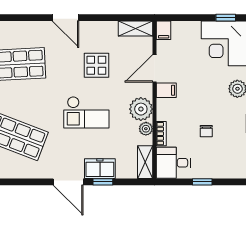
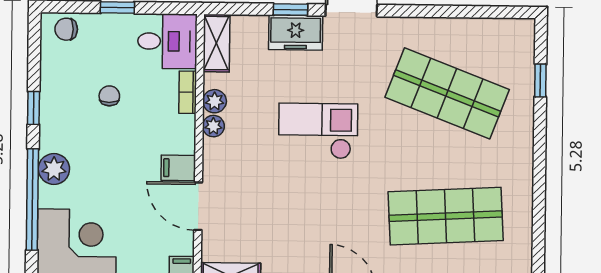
display table: (96, 65) -> (299, 213), removed
door: (155, 68) -> (198, 206), swing flipped
plant: (141, 109) -> (213, 126), width x0.53, depth x0.53
chair: (231, 169) -> (66, 29), added

